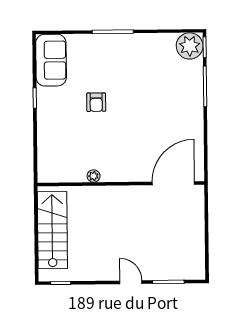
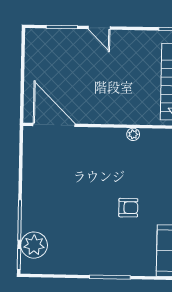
plant: (190, 46) -> (34, 245), moved
armchair: (96, 102) -> (128, 208), turned 90
door: (173, 183) -> (54, 125), swing flipped

